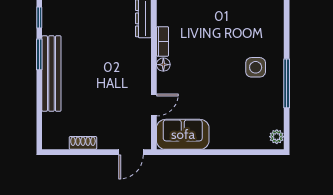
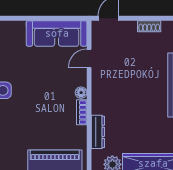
sofa: (183, 134) -> (57, 33), width x1.36

